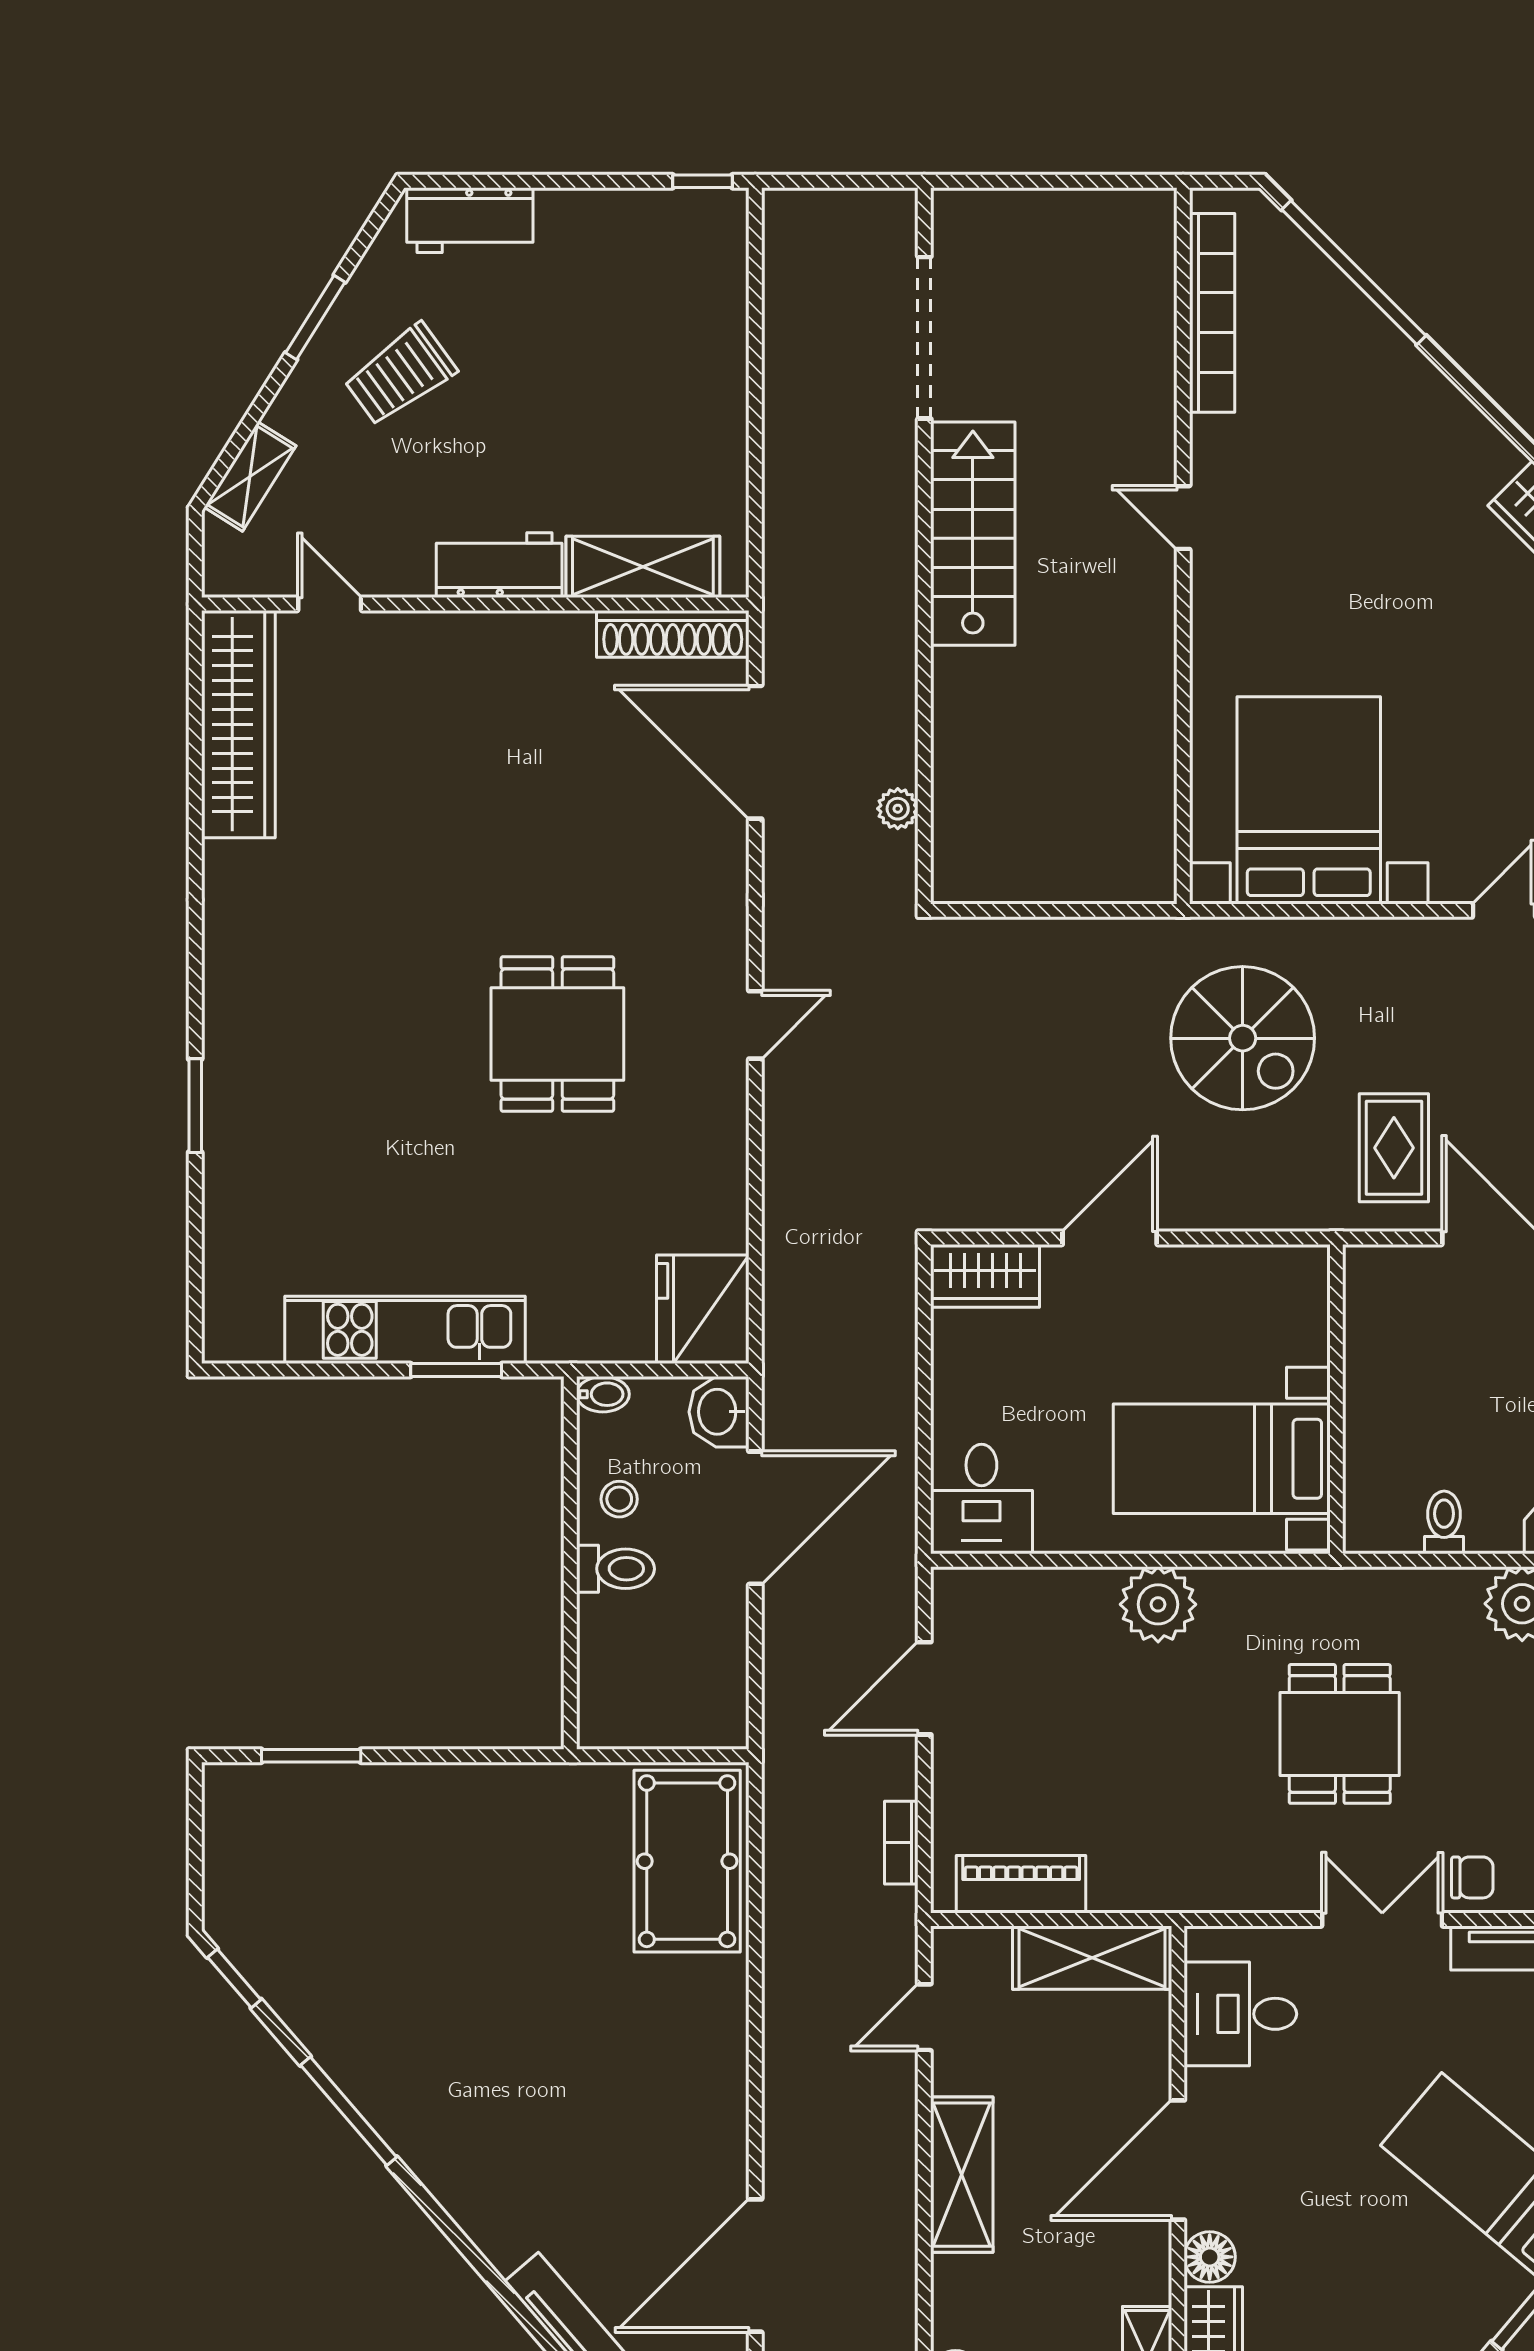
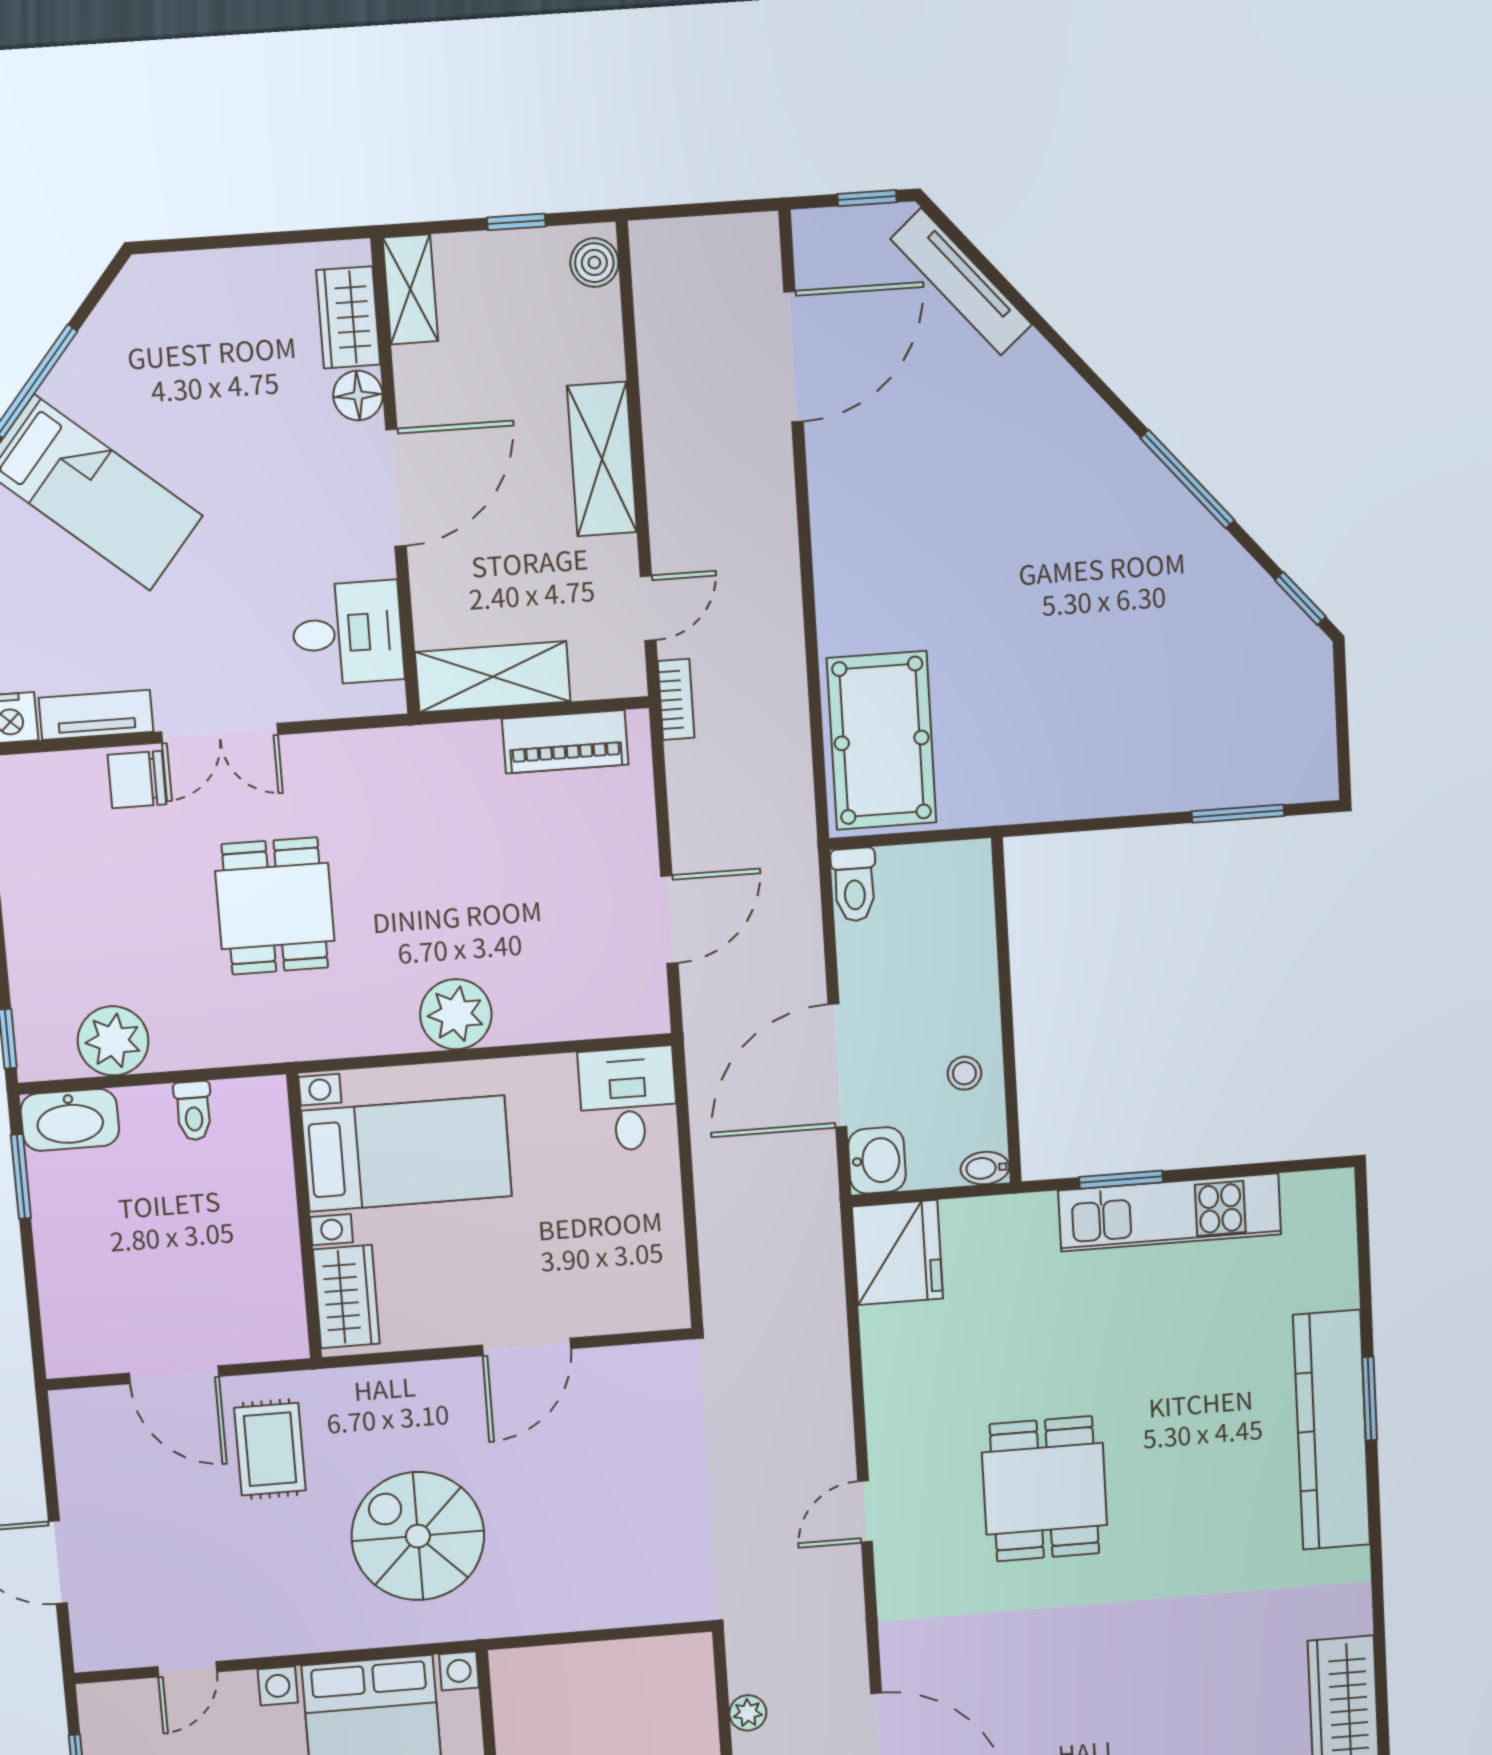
kitchen counter: (239, 1074) -> (1332, 1430), added
wardrobe: (985, 1276) -> (346, 1297), moved, turned 90
toilet: (615, 1569) -> (854, 885), moved, turned -90
bookcase: (901, 1843) -> (676, 699), moved
chair: (1472, 1877) -> (137, 780), width x1.37, depth x1.37

